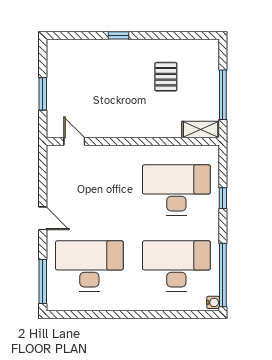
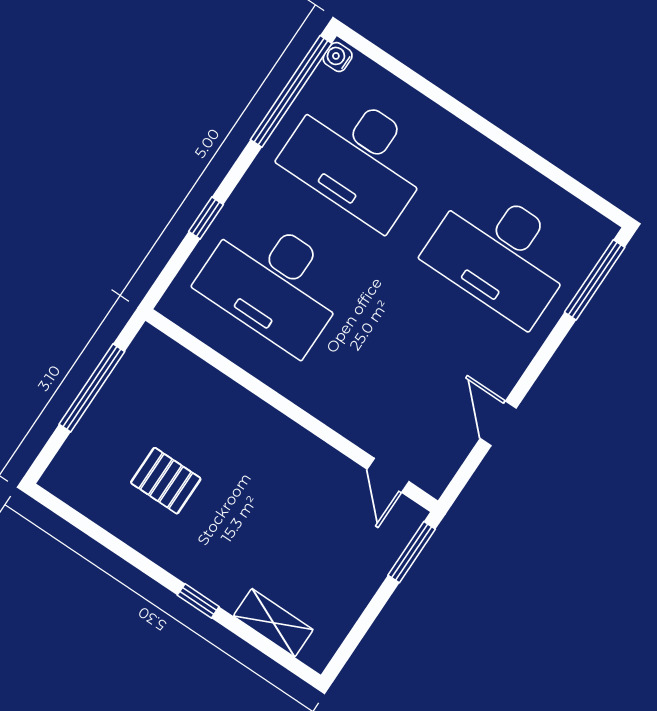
pallet: (166, 77) -> (166, 481), turned 90
window: (43, 94) -> (412, 552), moved
shelving: (201, 129) -> (273, 623), moved
door: (43, 218) -> (498, 423), moved

